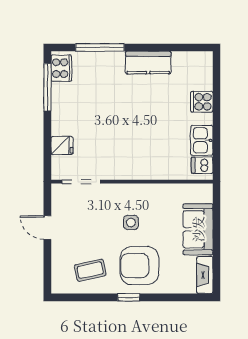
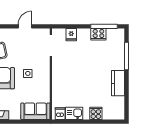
cooker: (61, 68) -> (98, 34), moved
sofa: (198, 229) -> (35, 111), moved

